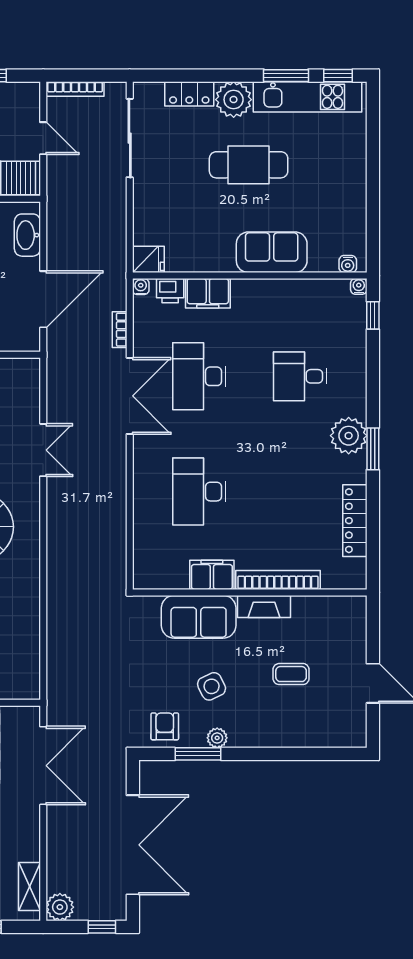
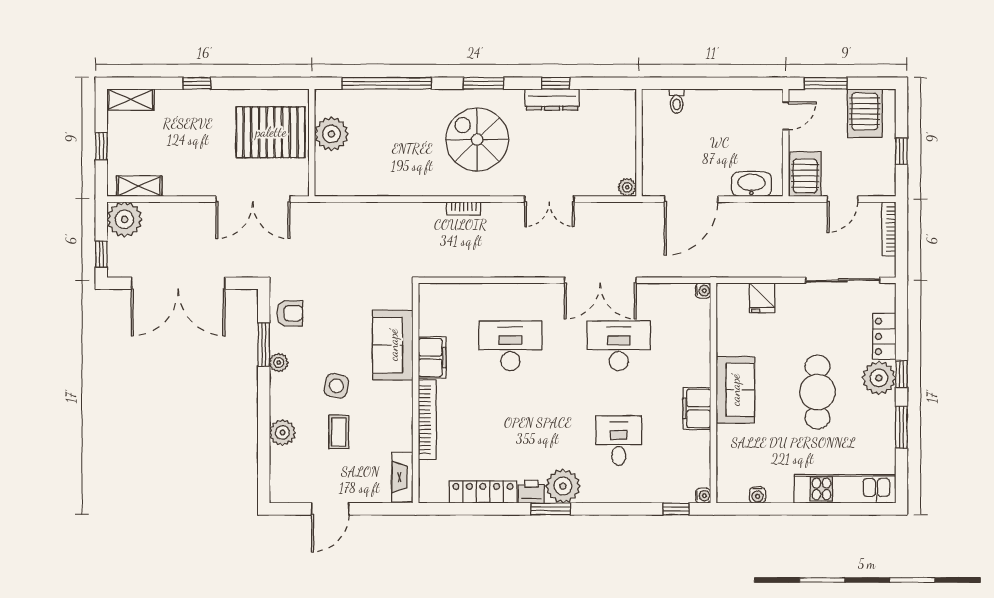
window: (338, 76) -> (901, 374), moved
kitchen unit: (308, 97) -> (845, 489), moved, turned 90
sofa: (272, 252) -> (735, 390), moved
fridge: (148, 259) -> (762, 298), moved
water cooler: (348, 264) -> (758, 495), moved, turned -90
printer: (170, 291) -> (531, 492), moved, turned 90
filing cabinet: (208, 293) -> (697, 408), moved
door: (43, 299) -> (691, 199), hinge flipped
bookcase: (120, 330) -> (464, 209), moved, turned 180
plant: (31, 367) -> (627, 187), added
fireplace: (264, 606) -> (402, 477), moved
side table: (212, 686) -> (336, 386), moved, turned 37
plant: (292, 734) -> (282, 433), added
plant: (60, 907) -> (125, 219), width x1.36, depth x1.36

